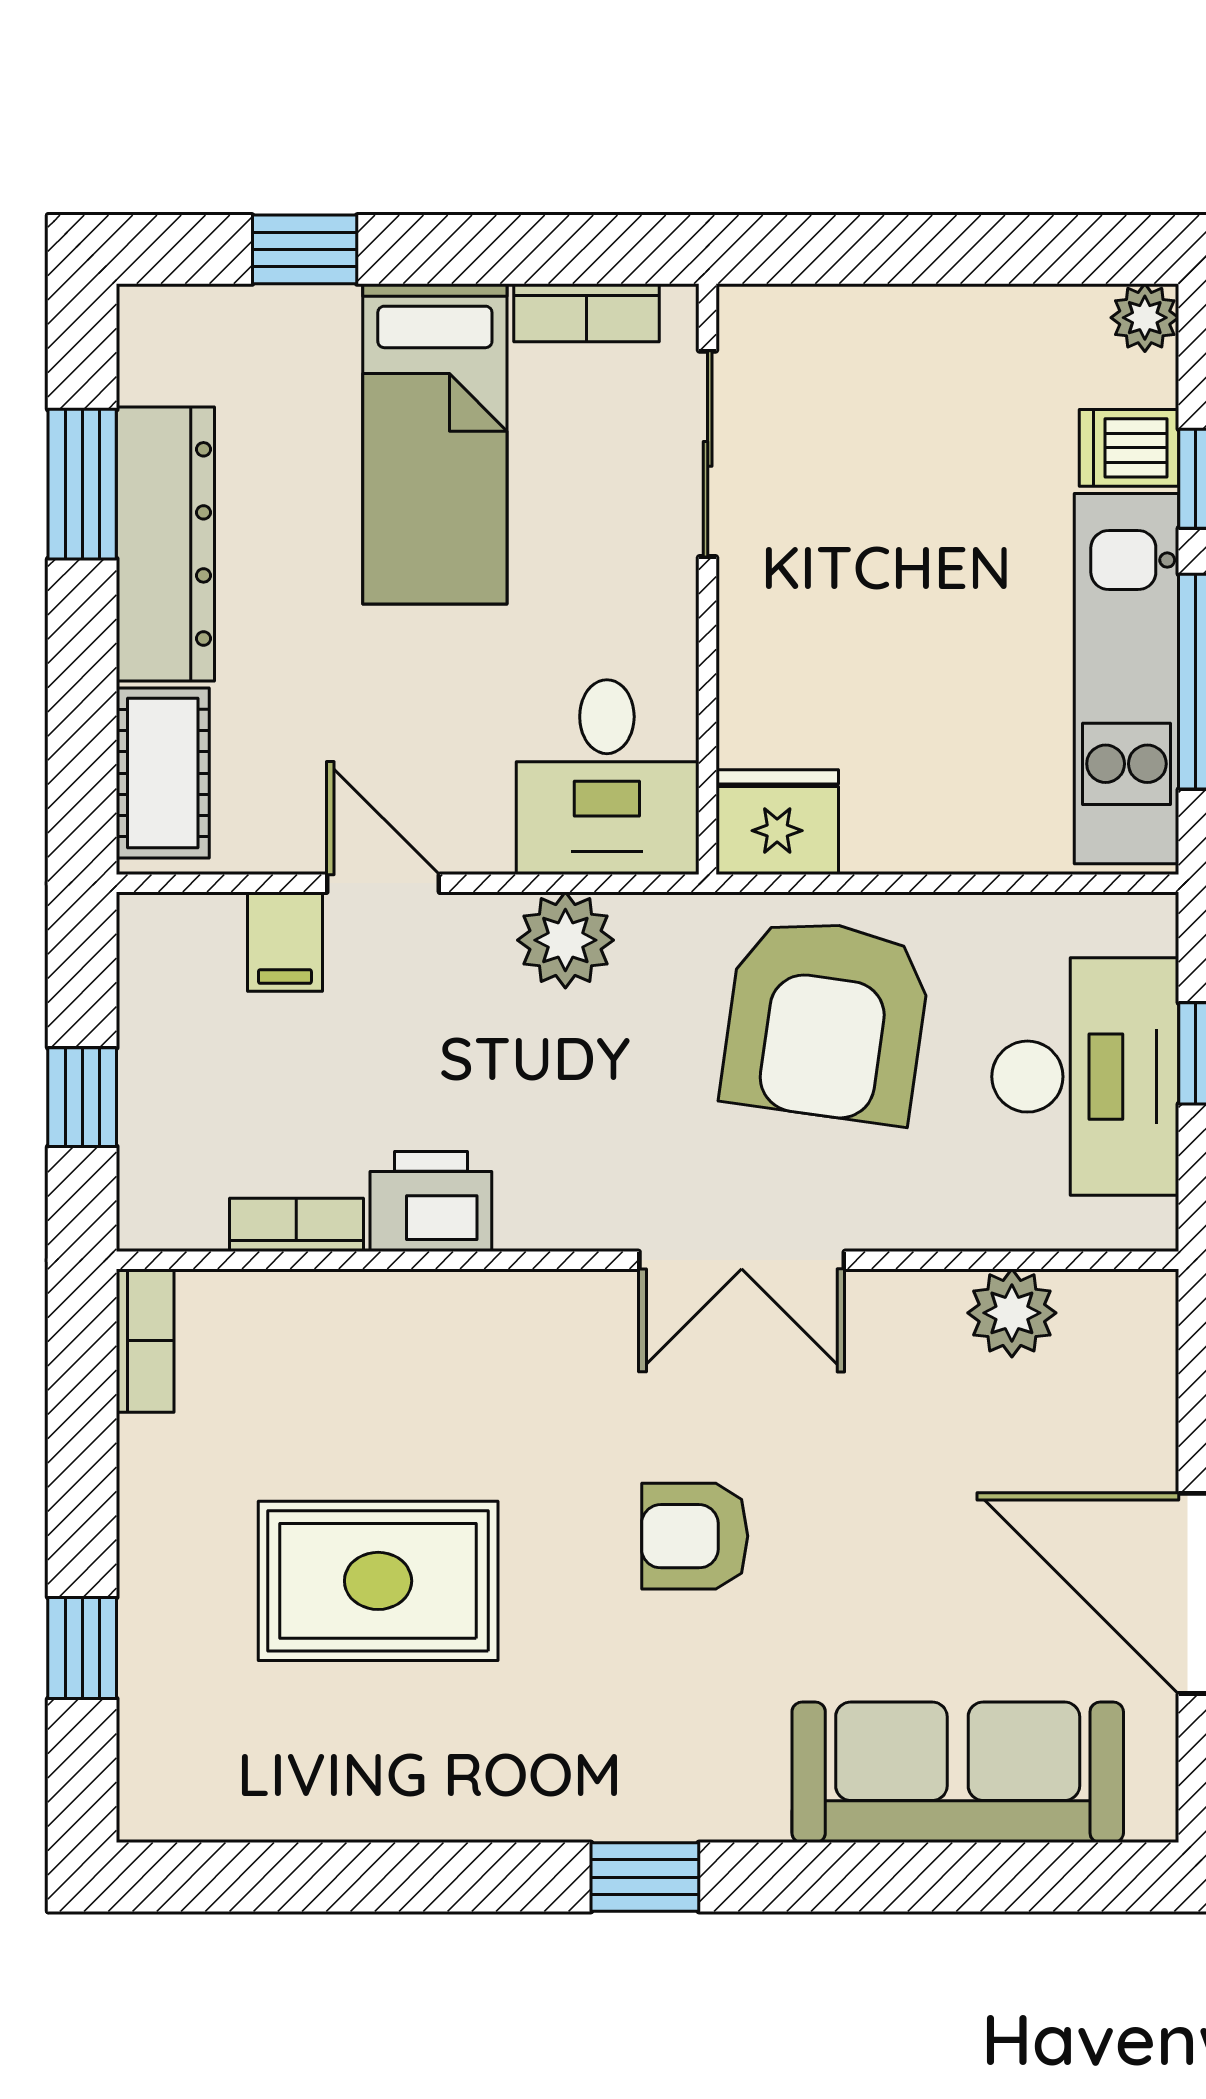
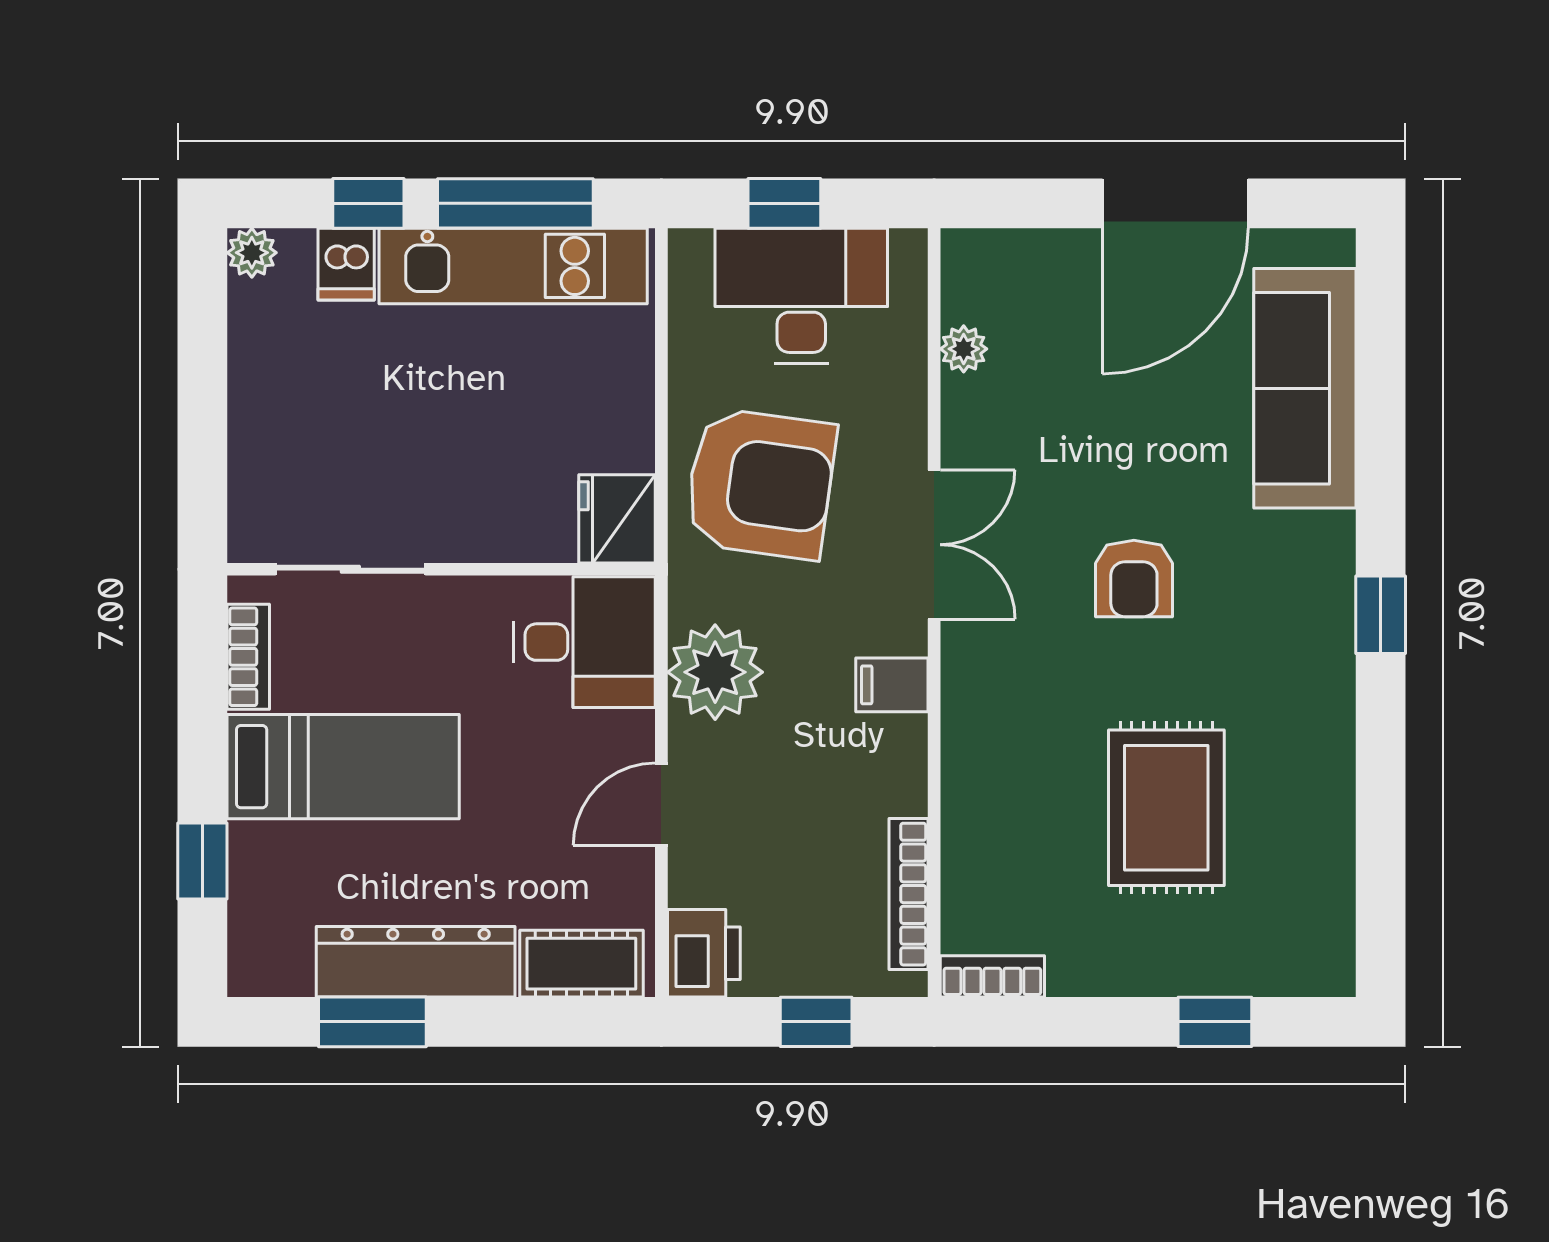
plant: (565, 940) -> (715, 672), width x1.36, depth x1.36
filing cabinet: (285, 942) -> (892, 685), moved, turned 180
printer: (431, 1202) -> (704, 953), moved, turned 180
bookcase: (296, 1225) -> (909, 894), width x1.56
plant: (1012, 1313) -> (964, 349), width x0.73, depth x0.73

